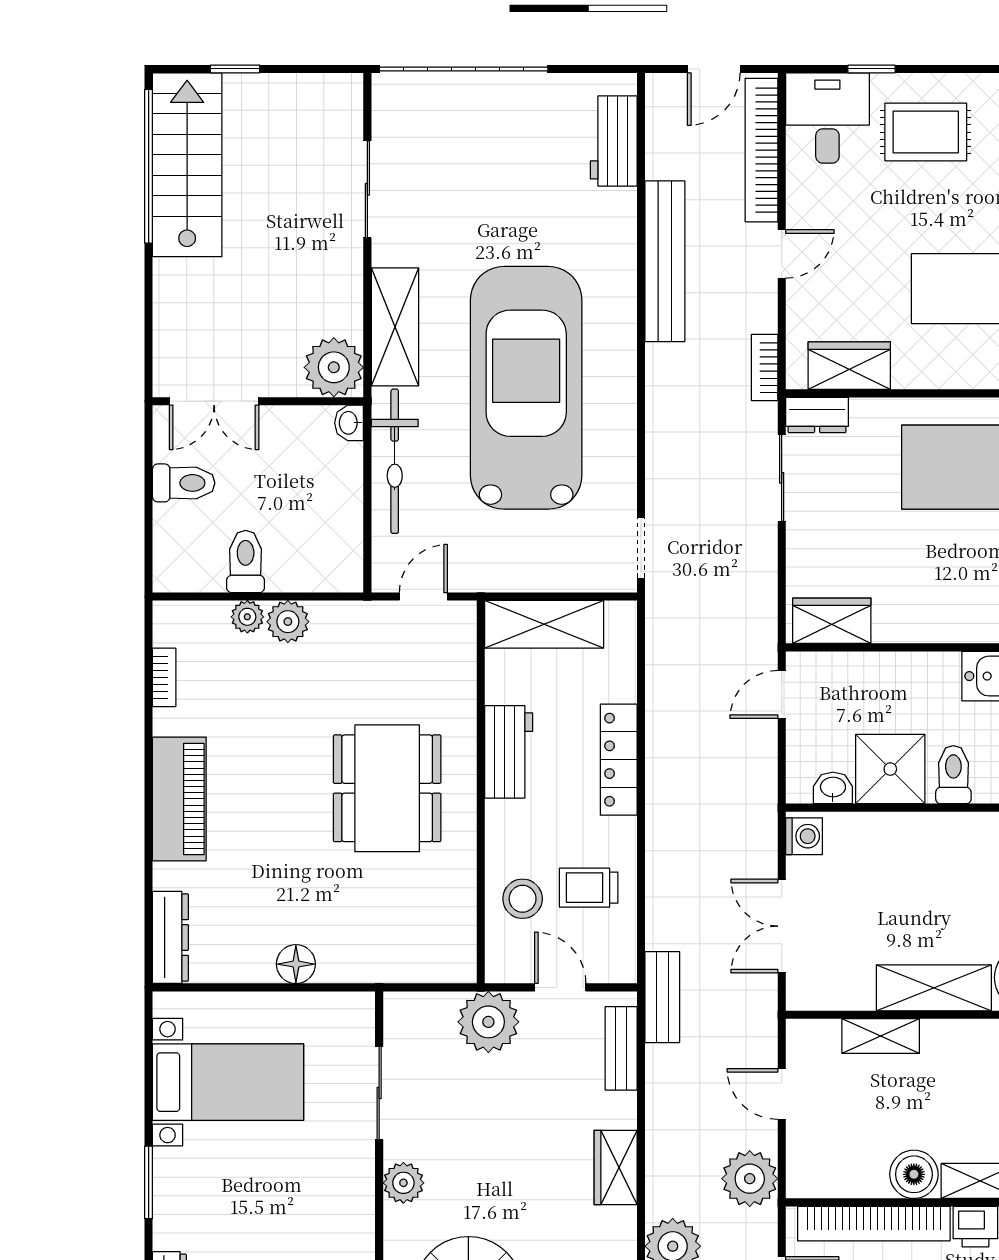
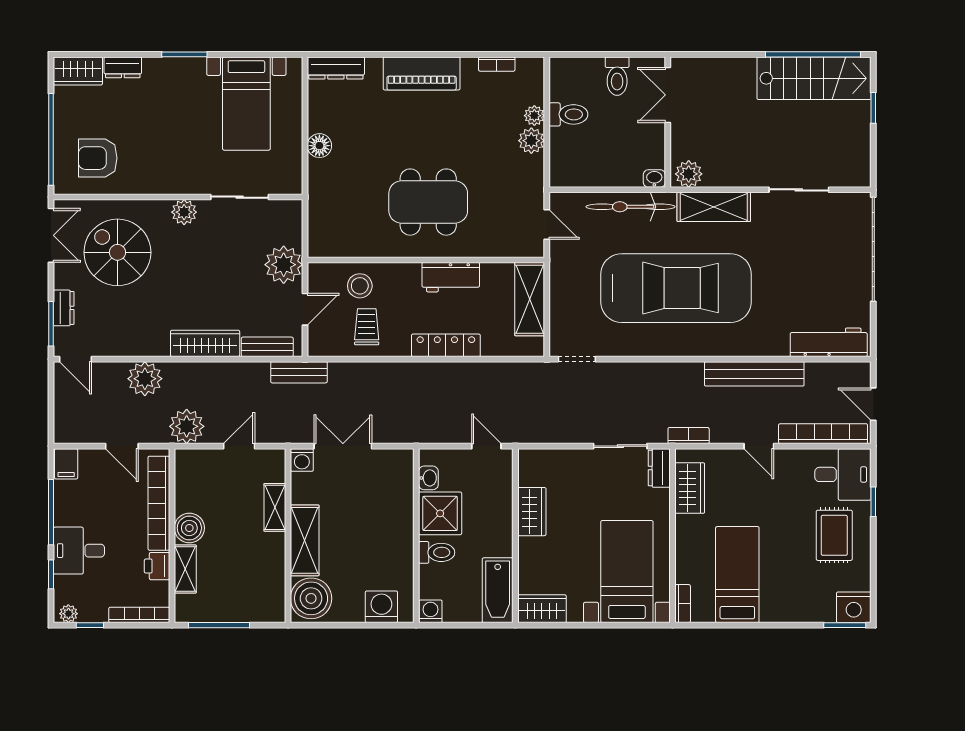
workbench: (614, 141) -> (829, 342), width x1.38
plant: (334, 367) -> (689, 174), width x0.73, depth x0.73
wardrobe: (832, 621) -> (532, 512), moved
washing machine: (804, 836) -> (302, 460), moved
wardrobe: (616, 1167) -> (205, 343), width x1.50

